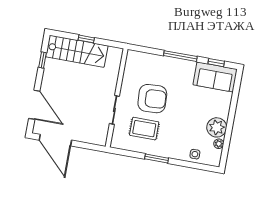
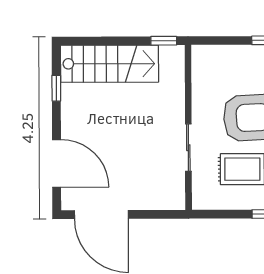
window: (86, 39) -> (164, 41), moved

